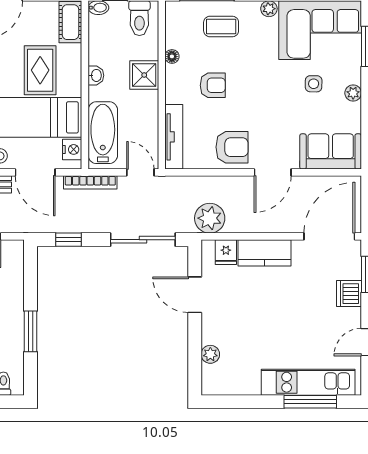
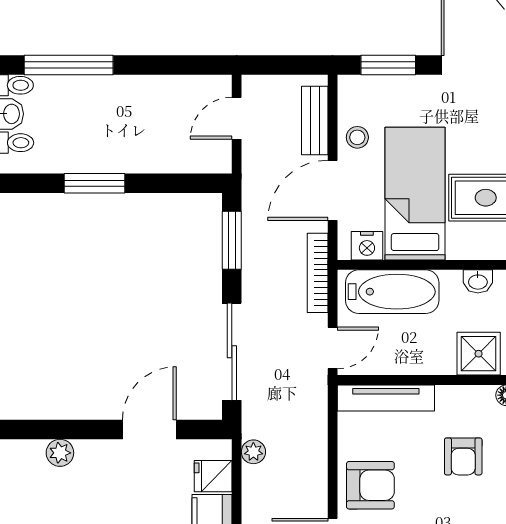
armchair: (232, 147) -> (370, 485), turned -90
plant: (210, 218) -> (253, 452), width x0.53, depth x0.53
window: (69, 240) -> (232, 240), width x1.50

